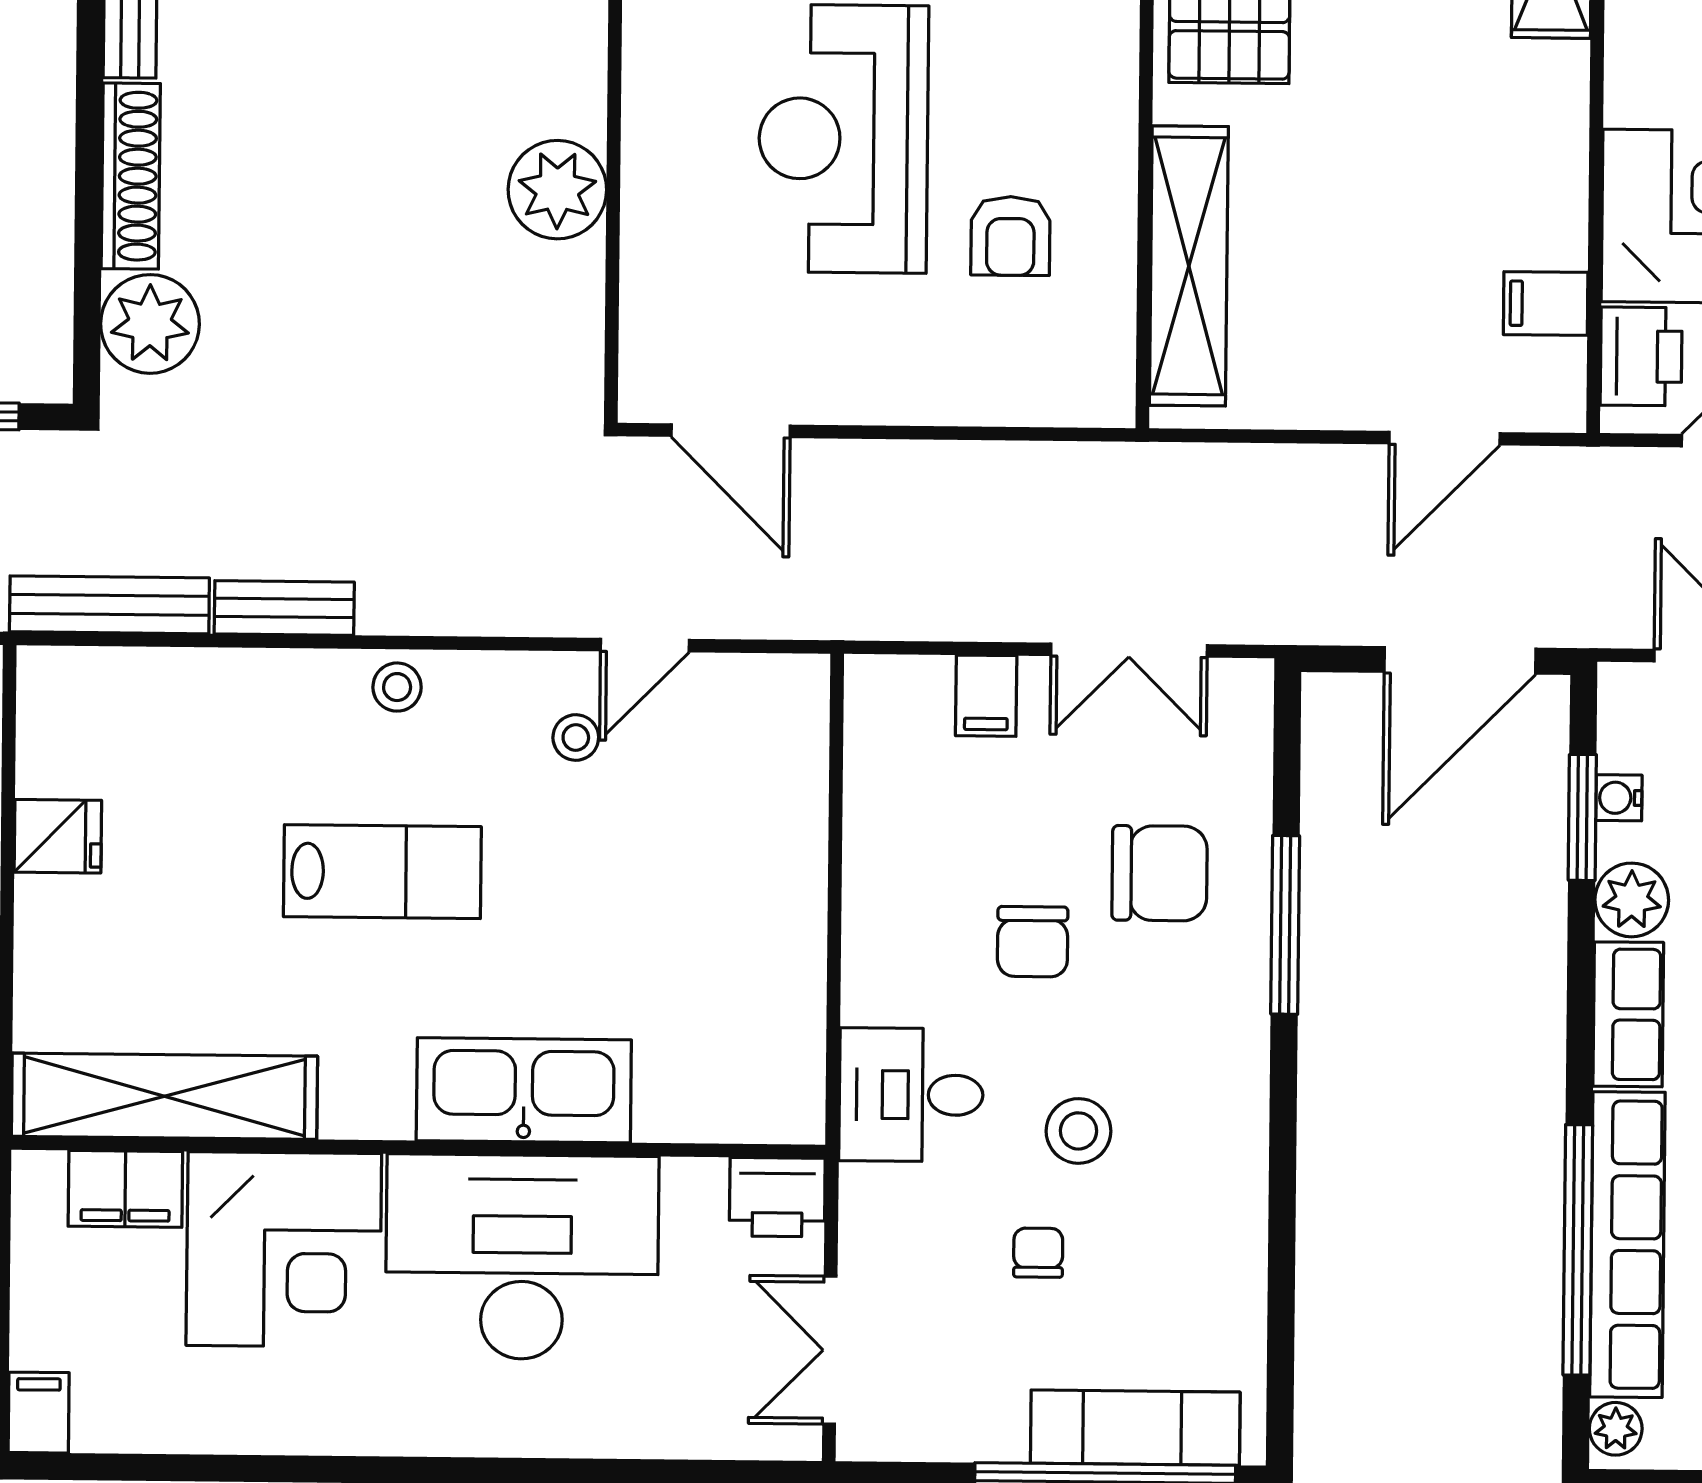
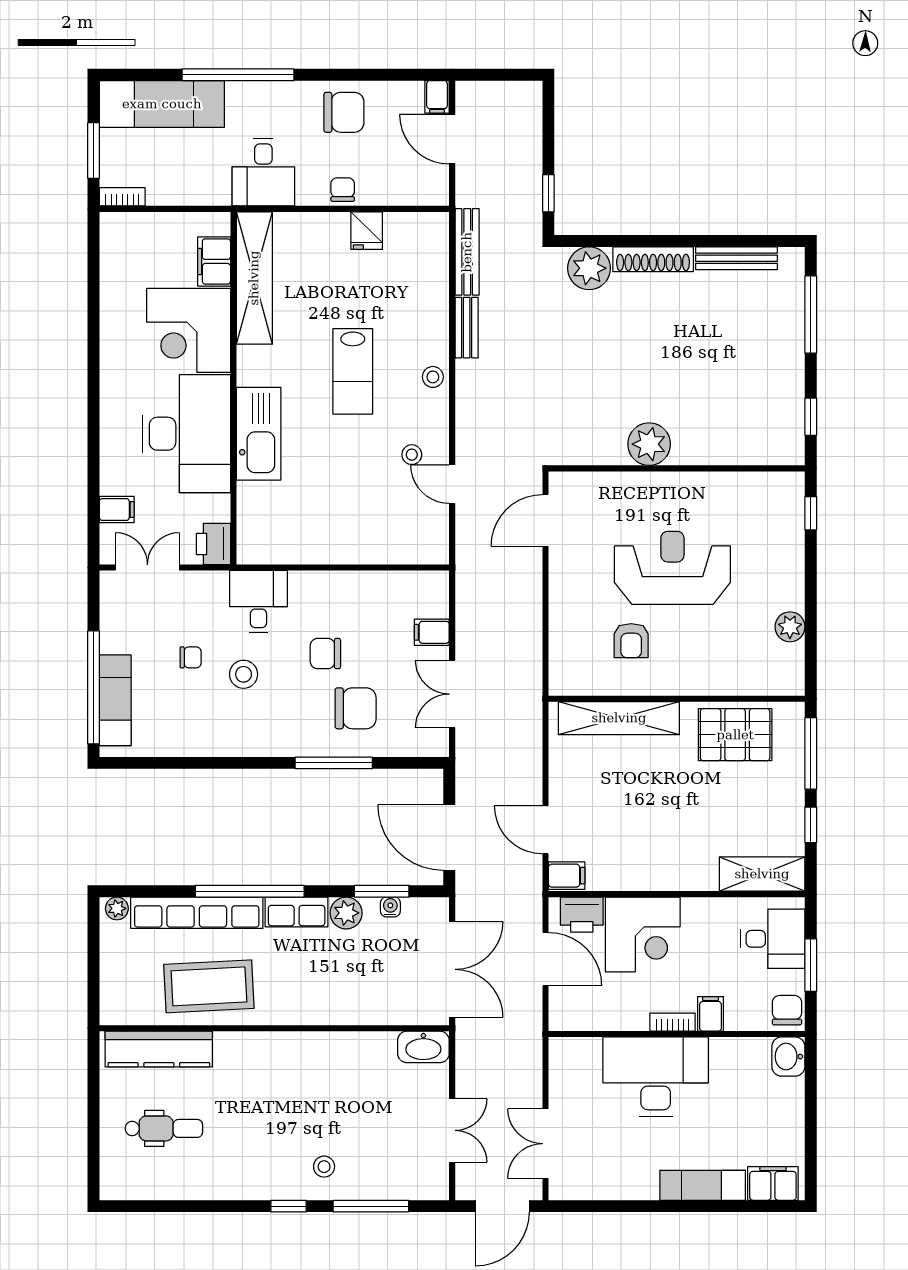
armchair: (1010, 236) -> (631, 641), turned -90
filing cabinet: (1546, 303) -> (567, 876), moved, turned 90
chair: (1160, 873) -> (356, 708), turned -90
window: (1578, 1250) -> (250, 891), moved
filing cabinet: (39, 1413) -> (117, 509), moved

